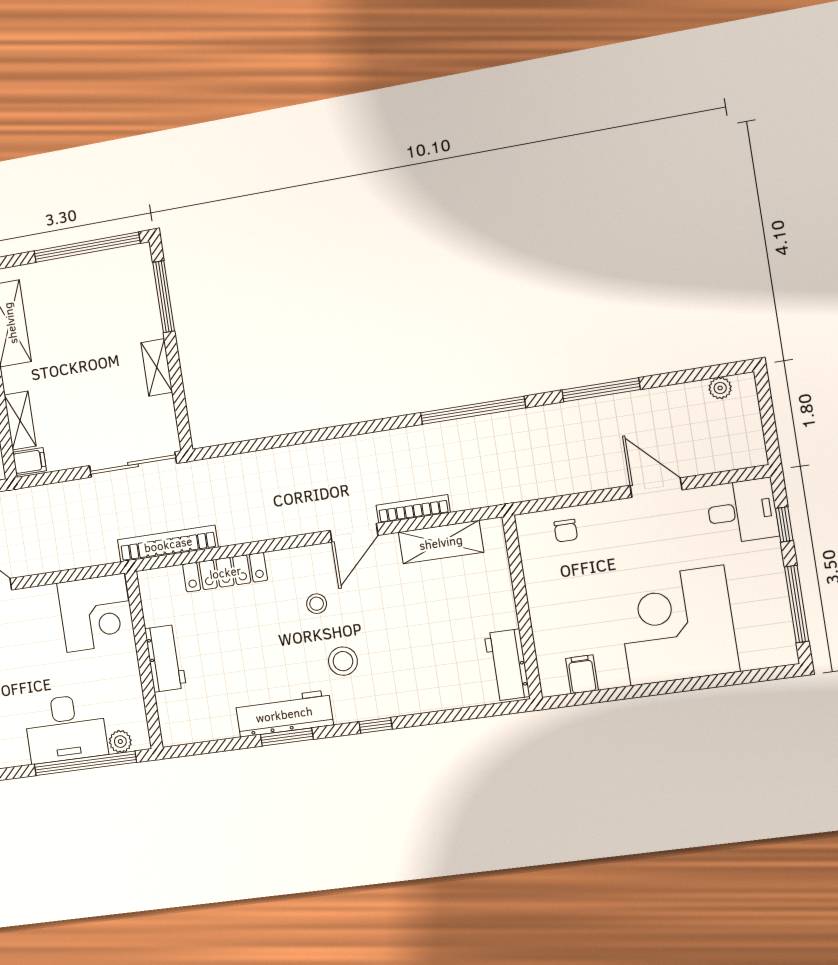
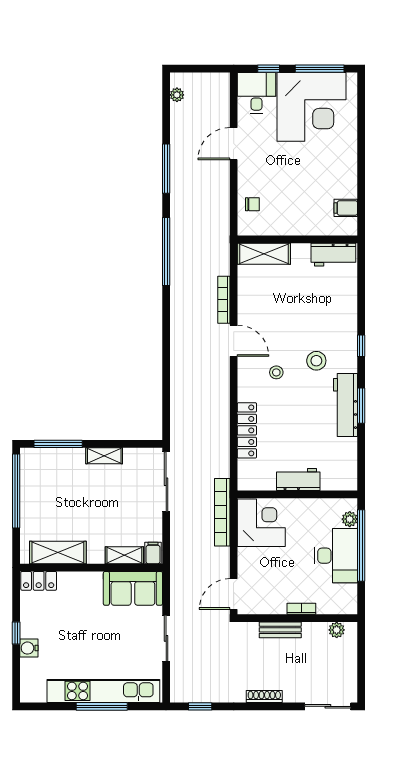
shelving: (441, 542) -> (264, 254), moved, turned 90
bookcase: (168, 544) -> (222, 512), moved
corner desk: (677, 626) -> (312, 107), moved, turned -90

